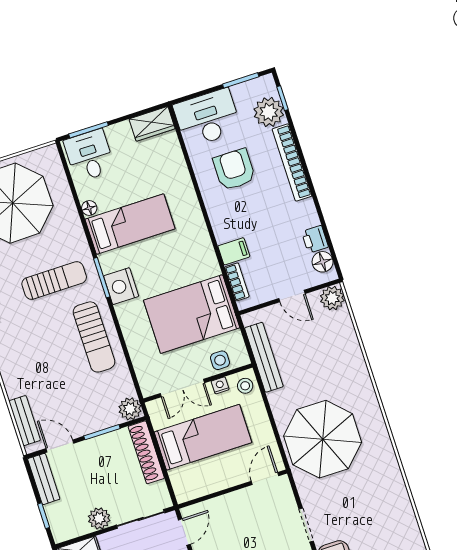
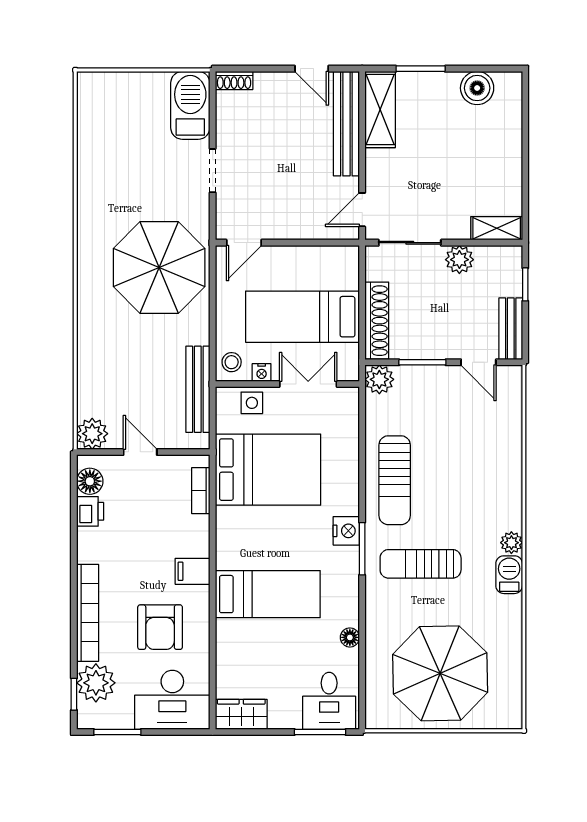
bed: (130, 224) -> (268, 594), moved, turned 180
filing cabinet: (234, 251) -> (193, 571), moved
nightstand: (121, 286) -> (346, 531), width x0.74, depth x0.75
sun lounger: (94, 337) -> (395, 480), turned 180
bench: (25, 421) -> (511, 407), removed

